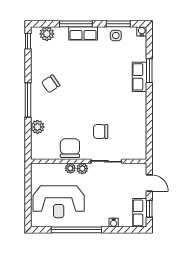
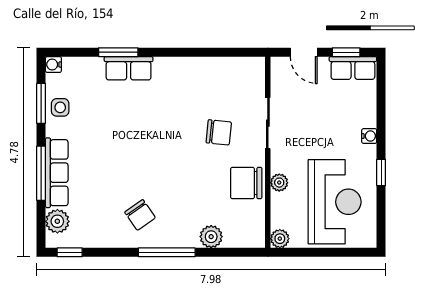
row of seats: (83, 33) -> (57, 173), width x1.48
chair: (101, 132) -> (219, 132), turned -84
plant: (82, 169) -> (280, 239), moved
door: (149, 183) -> (304, 52), swing flipped
water cooler: (114, 223) -> (369, 136), moved
window: (76, 230) -> (381, 172), width x0.32

